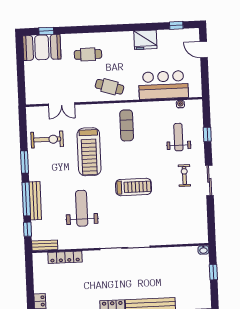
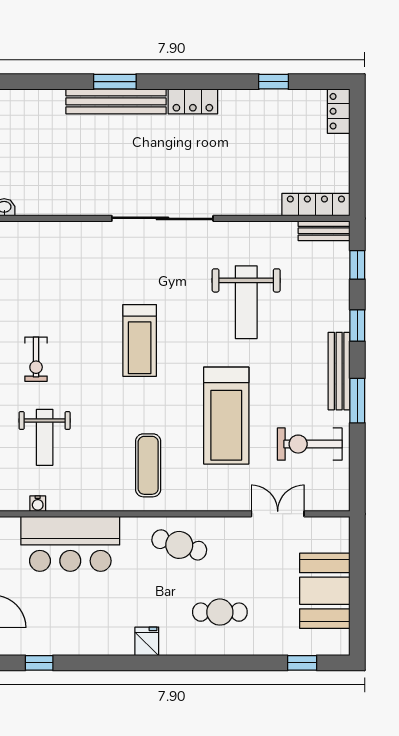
fridge: (145, 40) -> (147, 641), moved, width x0.53, depth x0.75
booth: (42, 47) -> (325, 591), moved, turned 90
treadmill: (89, 152) -> (226, 416), turned 180
treadmill: (134, 187) -> (140, 341), turned -90
window: (26, 199) -> (357, 326), width x0.46
bench: (35, 201) -> (339, 371), moved
locker: (65, 257) -> (316, 205), moved

